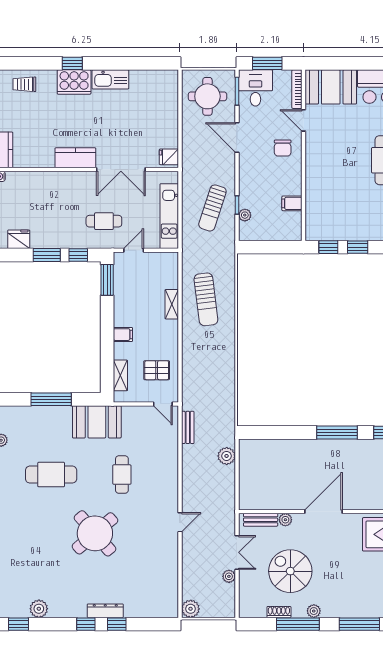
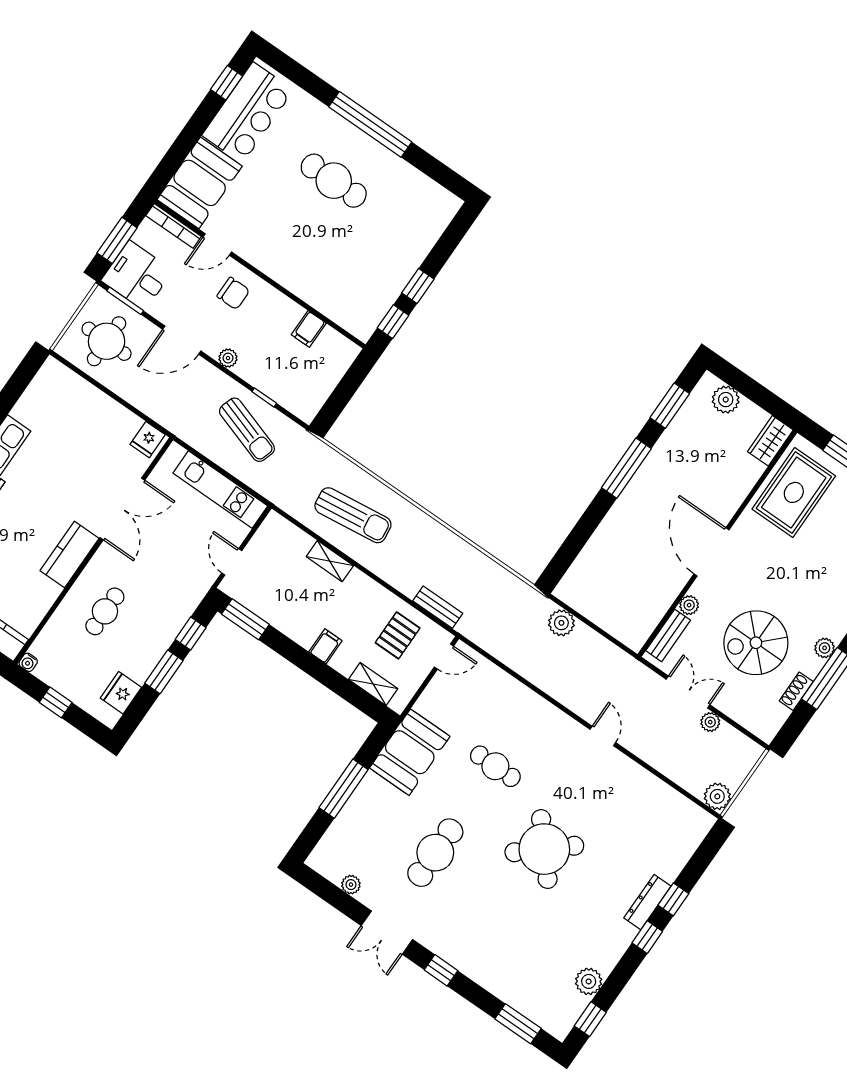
plant: (245, 215) -> (228, 358), moved
cafe table: (104, 221) -> (105, 611), moved
bench: (188, 427) -> (438, 607), moved

